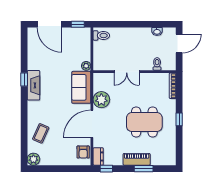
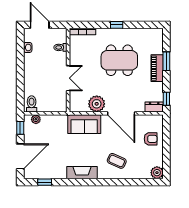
plant: (86, 66) -> (36, 119), moved
window: (24, 80) -> (45, 182), moved
dining table: (144, 122) -> (119, 60), turned 90
coffee table: (41, 133) -> (117, 161), moved
armchair: (83, 152) -> (151, 139), moved

